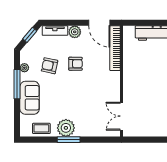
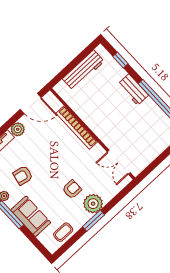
bookcase: (115, 48) -> (77, 128), moved
armchair: (75, 64) -> (72, 189), moved
plant: (66, 128) -> (93, 204), moved

